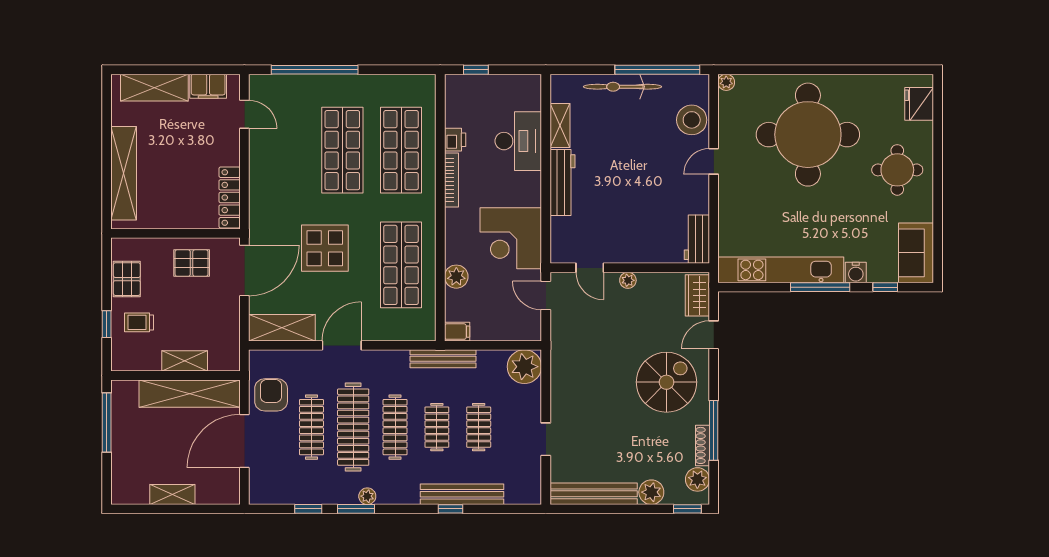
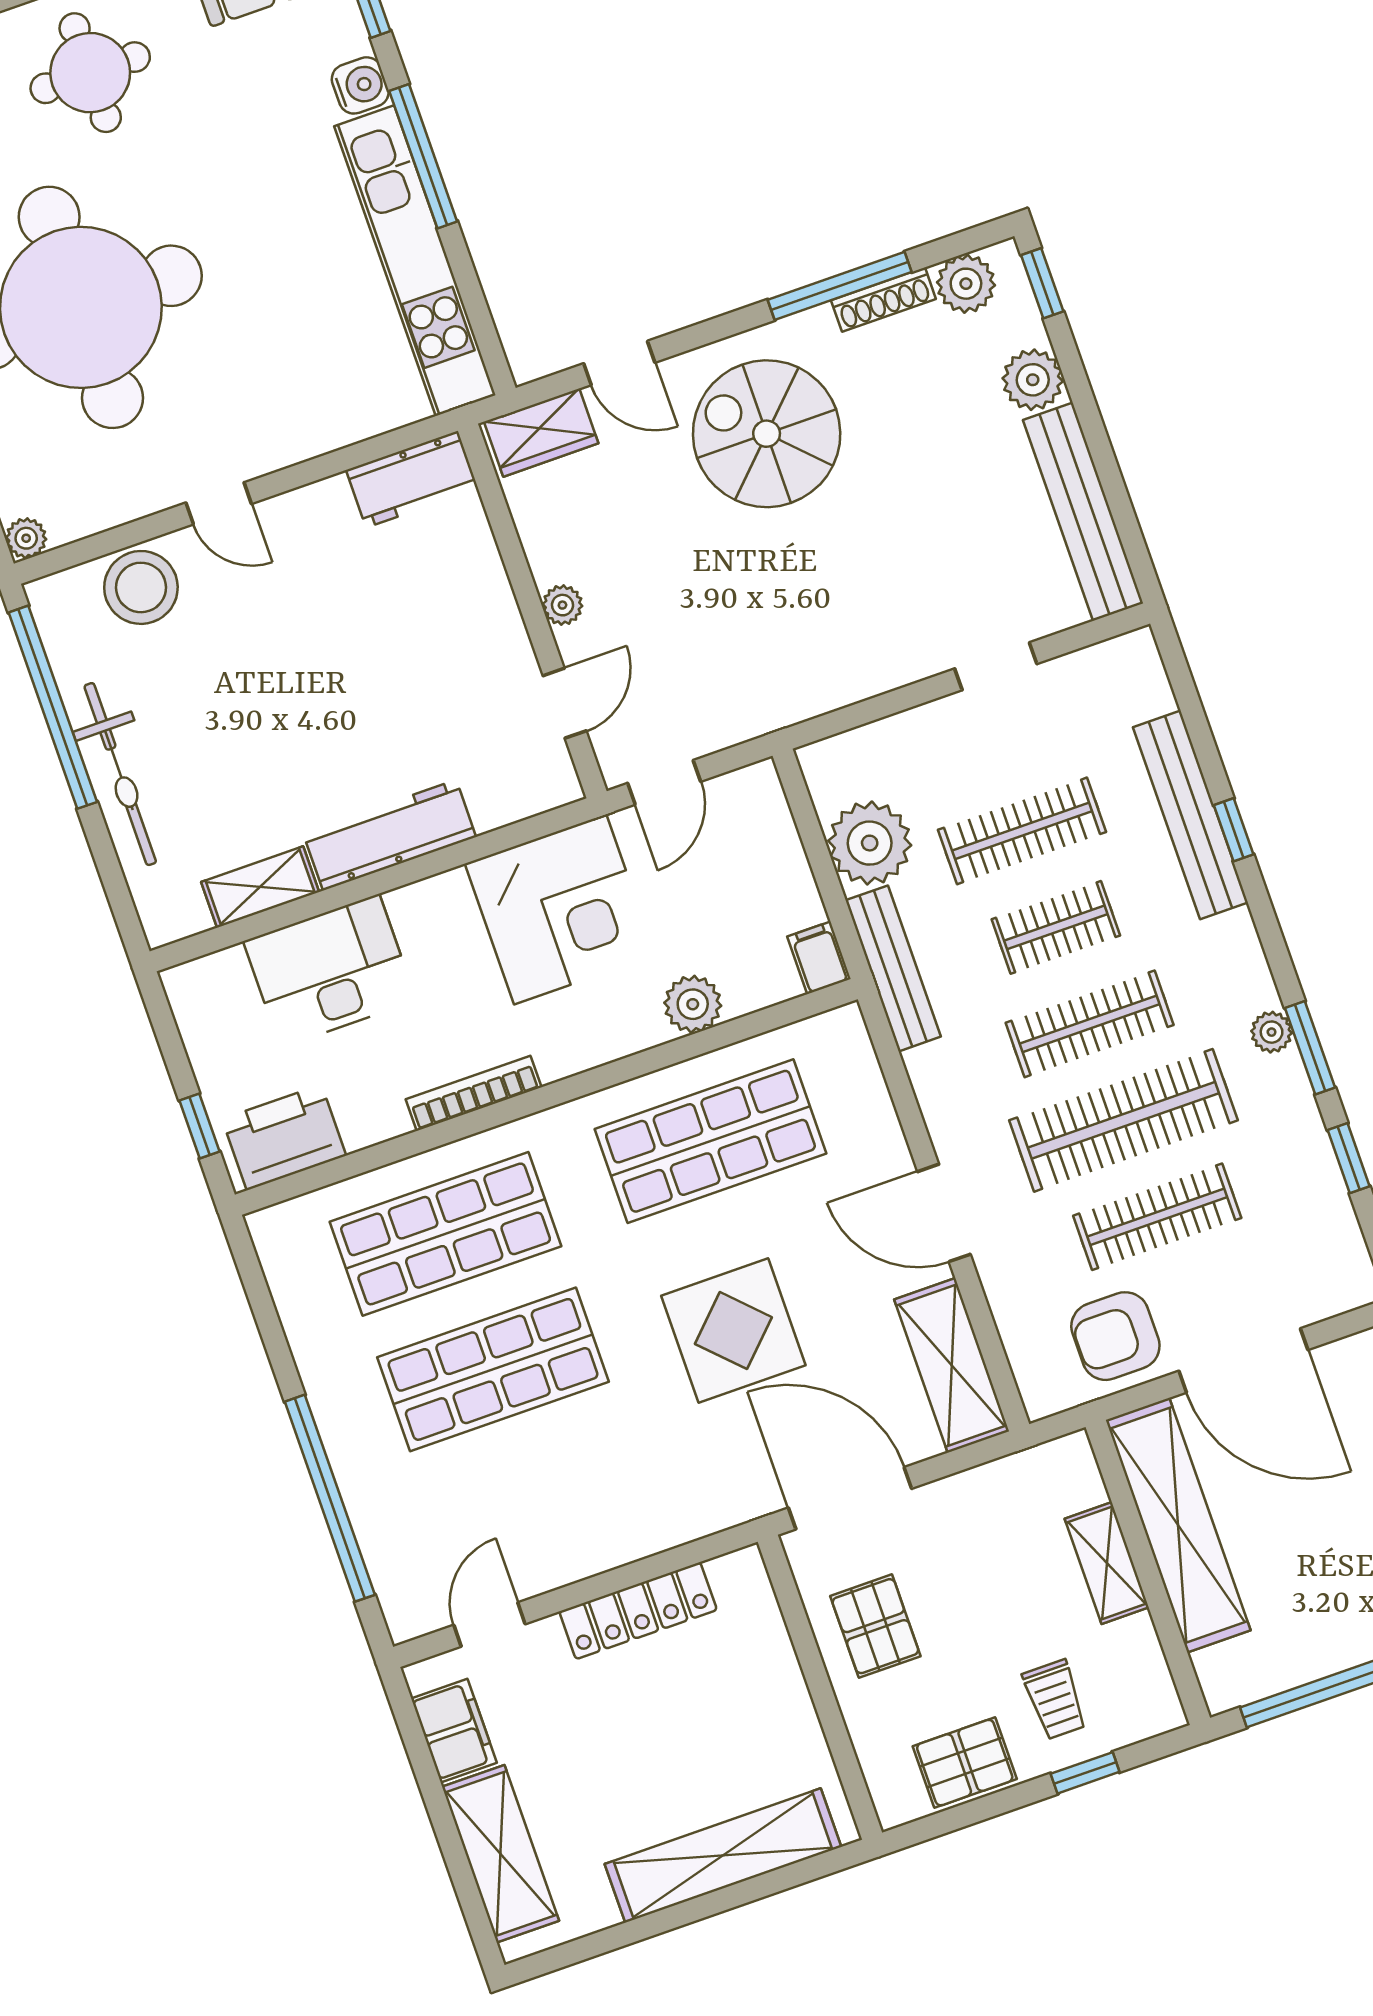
printer: (455, 140) -> (284, 1137), moved, width x1.87, depth x1.48
locker: (230, 197) -> (638, 1611), moved
plant: (524, 367) -> (870, 843), moved
clothes rail: (479, 427) -> (1022, 831), width x1.36

